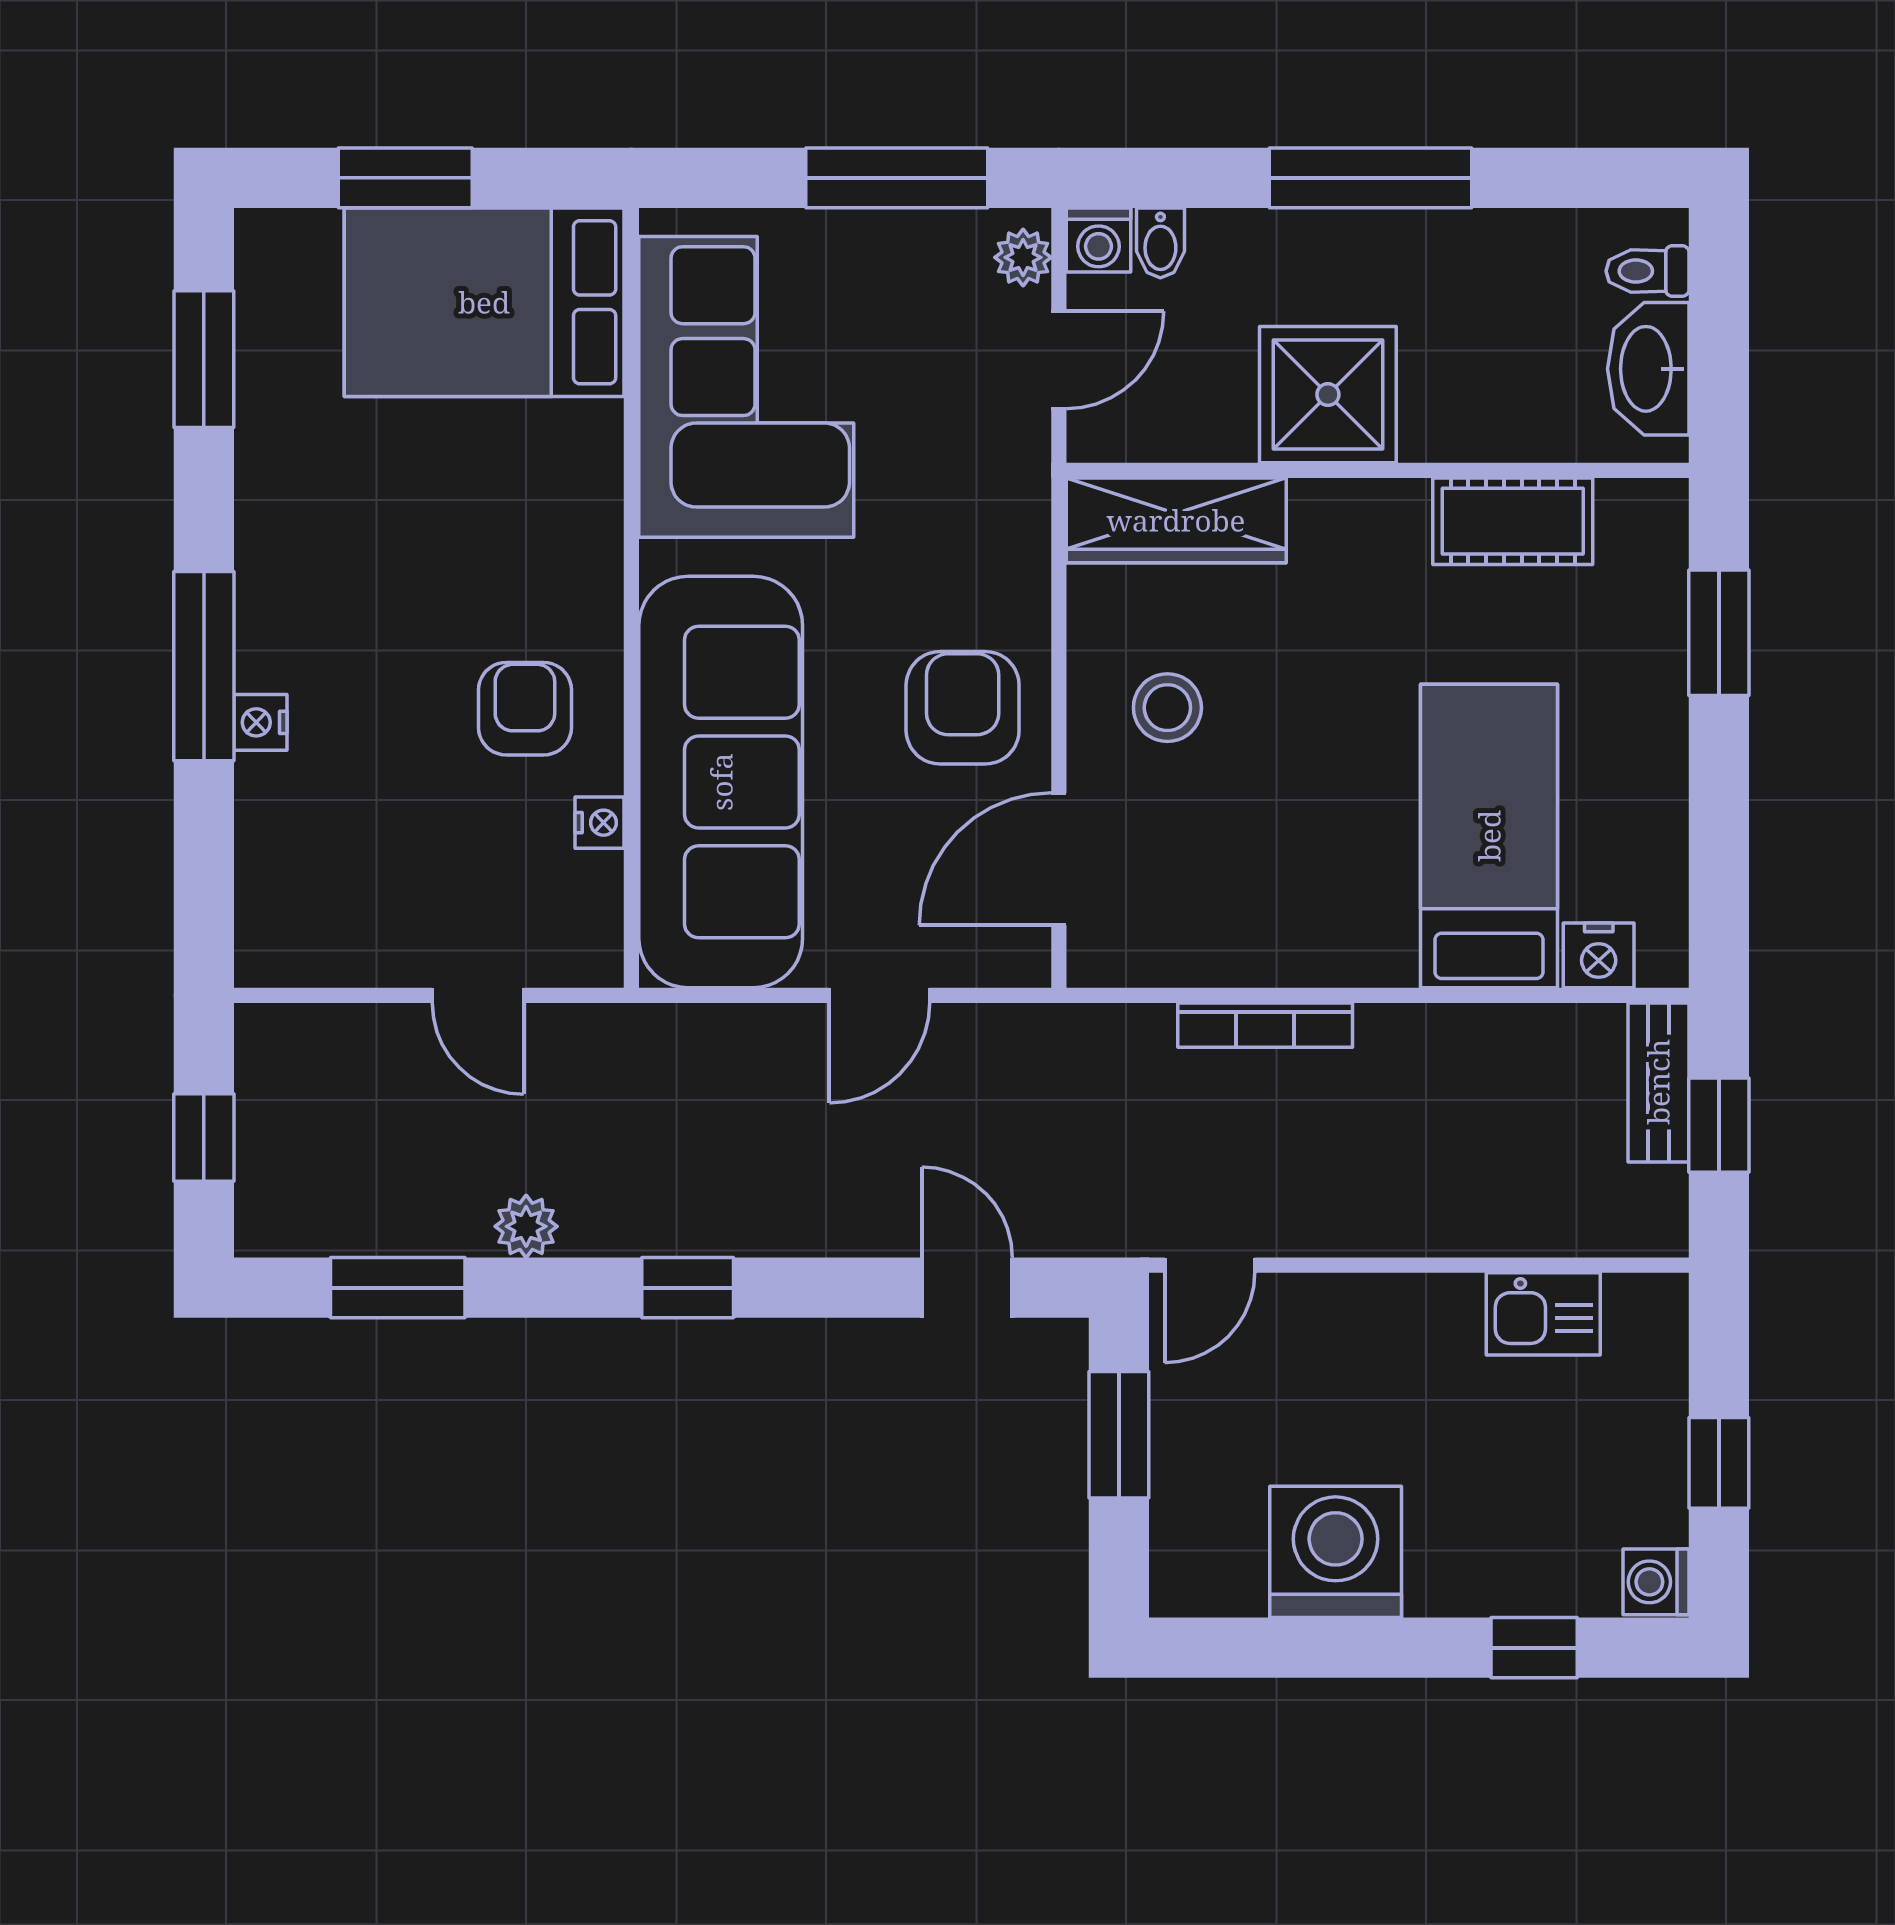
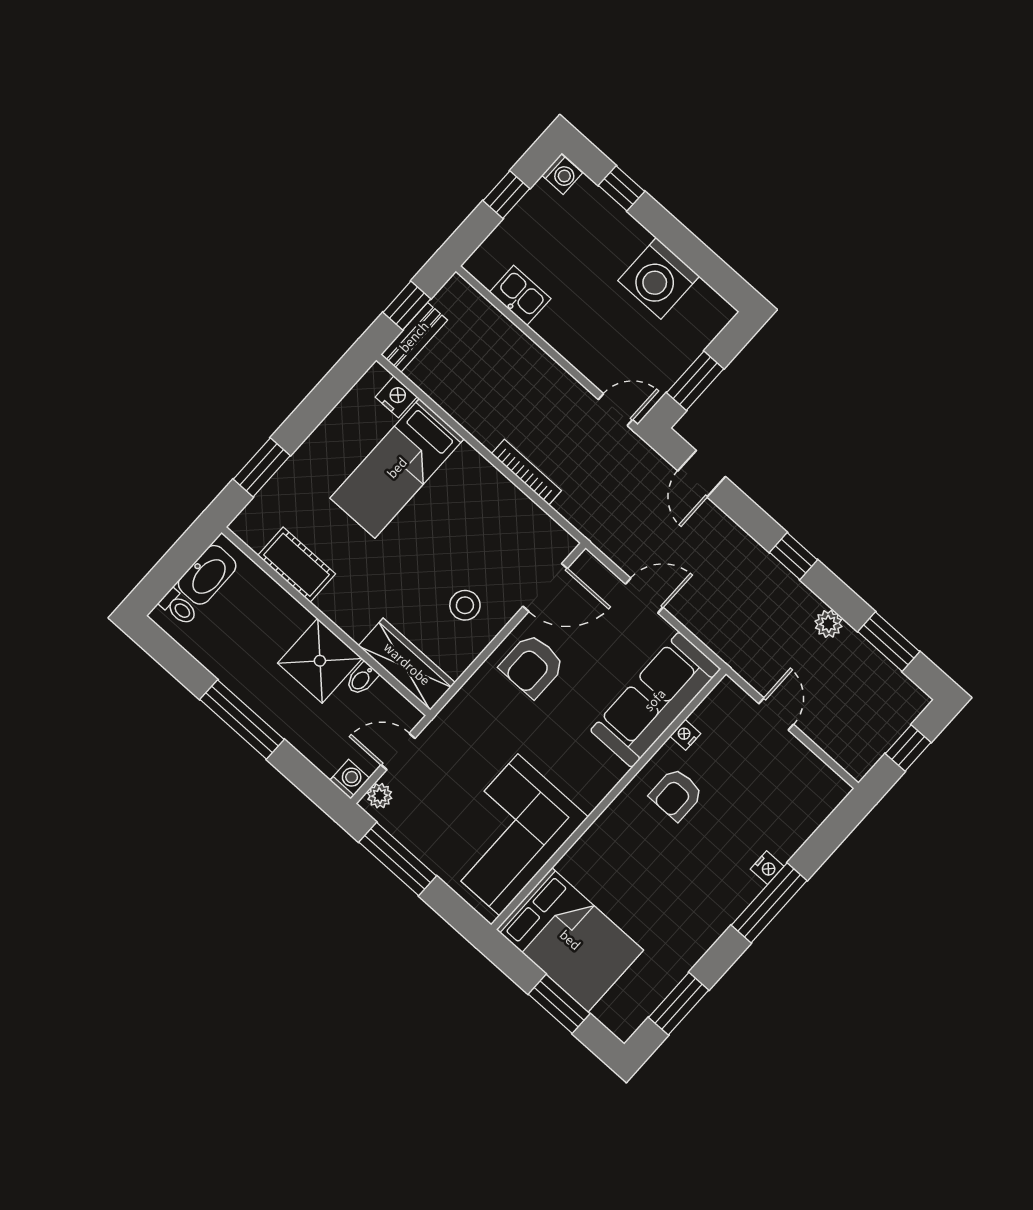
bidet: (1160, 243) -> (362, 679), moved, turned 180
sofa: (721, 782) -> (655, 700), width x0.74, depth x0.79

